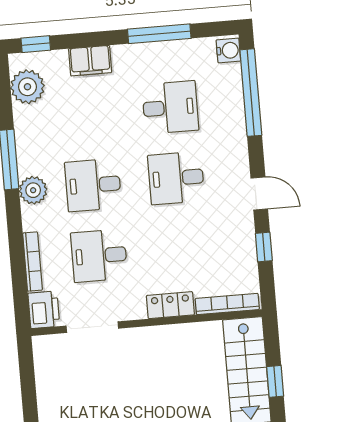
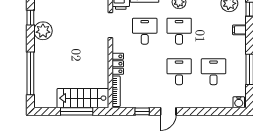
filing cabinet: (90, 61) -> (239, 30), width x0.50
window: (251, 93) -> (217, 111), removed
desk: (170, 107) -> (214, 72), turned 180
window: (275, 381) -> (77, 111), width x2.17

